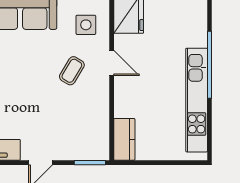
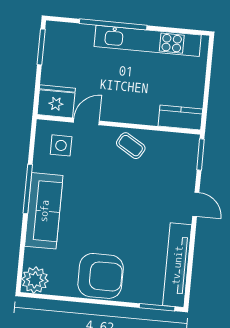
door: (112, 63) -> (86, 122), moved
coffee table: (72, 71) -> (131, 146), moved

